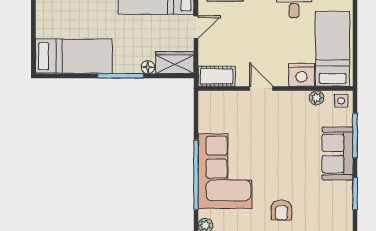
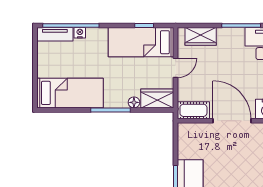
door: (261, 88) -> (232, 121), width x1.88

